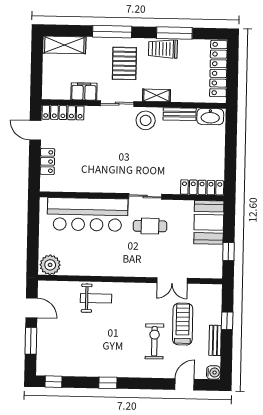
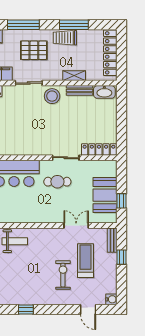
pallet: (124, 63) -> (34, 50), turned 90
shelving: (156, 95) -> (74, 76), moved
sliding door: (145, 196) -> (66, 158), moved
booth: (209, 222) -> (105, 195), moved
double door: (172, 280) -> (76, 225), swing flipped
bench: (215, 340) -> (112, 240), moved
door: (185, 384) -> (88, 309), swing flipped

